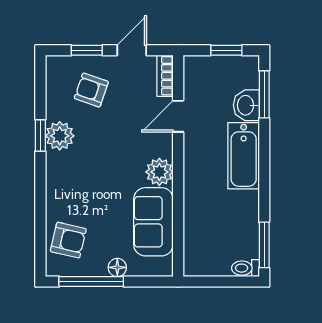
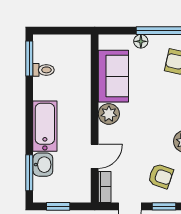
toilet: (245, 268) -> (43, 70), moved

